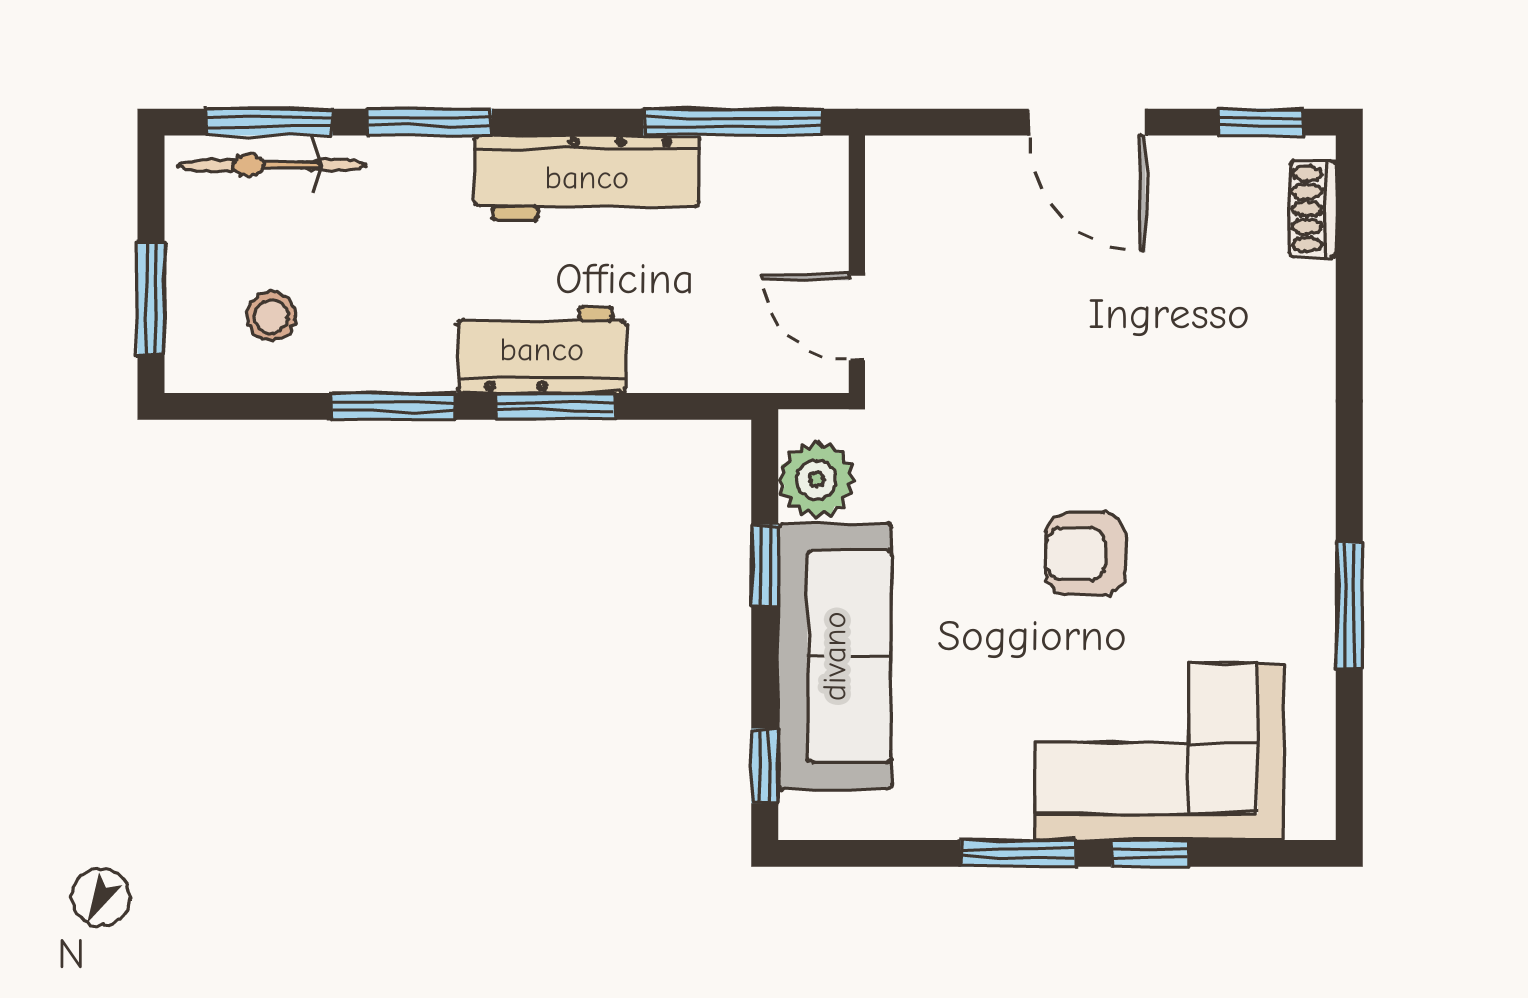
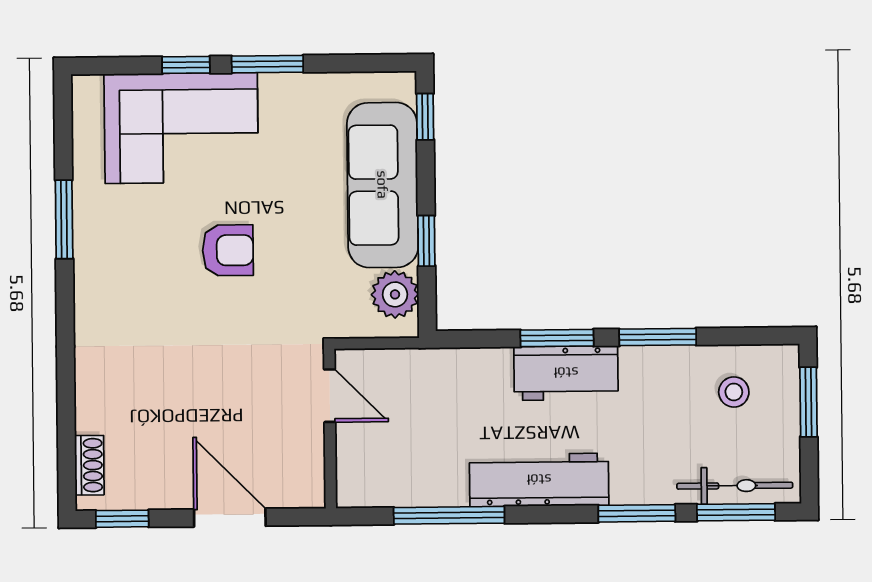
wall: (857, 264) -> (330, 429), moved
door: (857, 317) -> (330, 396), moved

